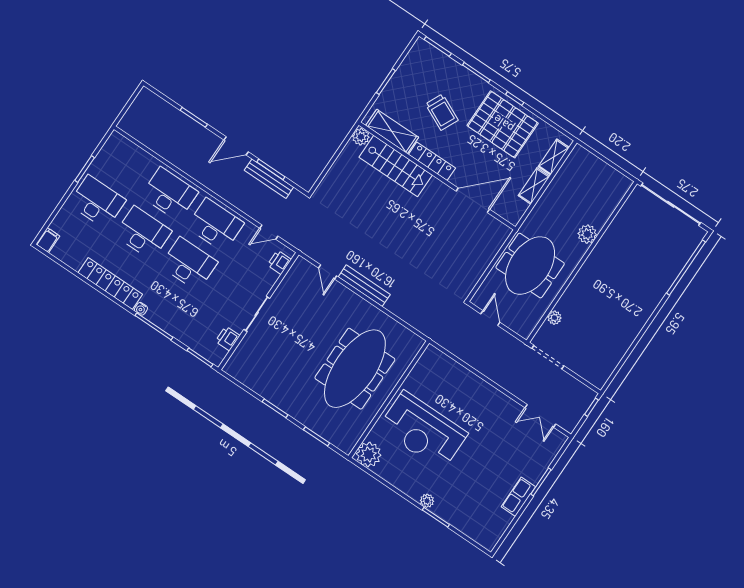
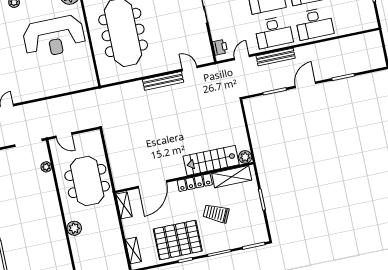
bench: (269, 179) -> (276, 57), moved
shelving: (534, 186) -> (124, 205), moved
door: (490, 318) -> (64, 135), moved
reception desk: (423, 431) -> (54, 37), turned 180

